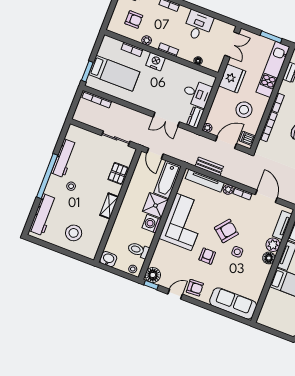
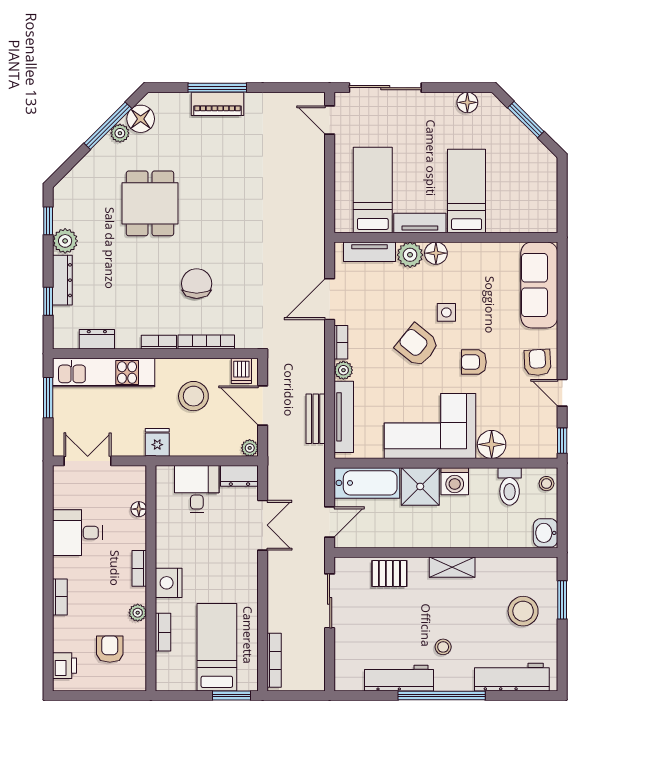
fridge: (232, 79) -> (157, 442), width x0.53, depth x0.75
window: (72, 255) -> (562, 600), added
floor lamp: (153, 275) -> (492, 444), moved

